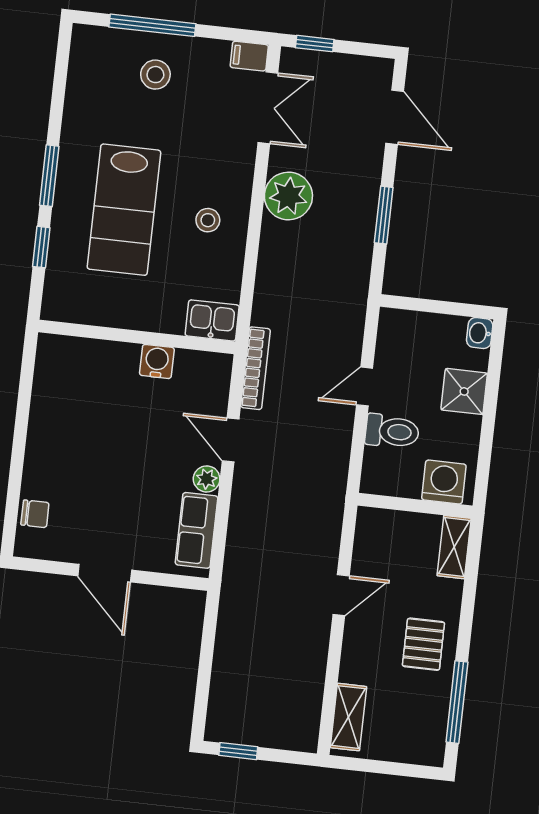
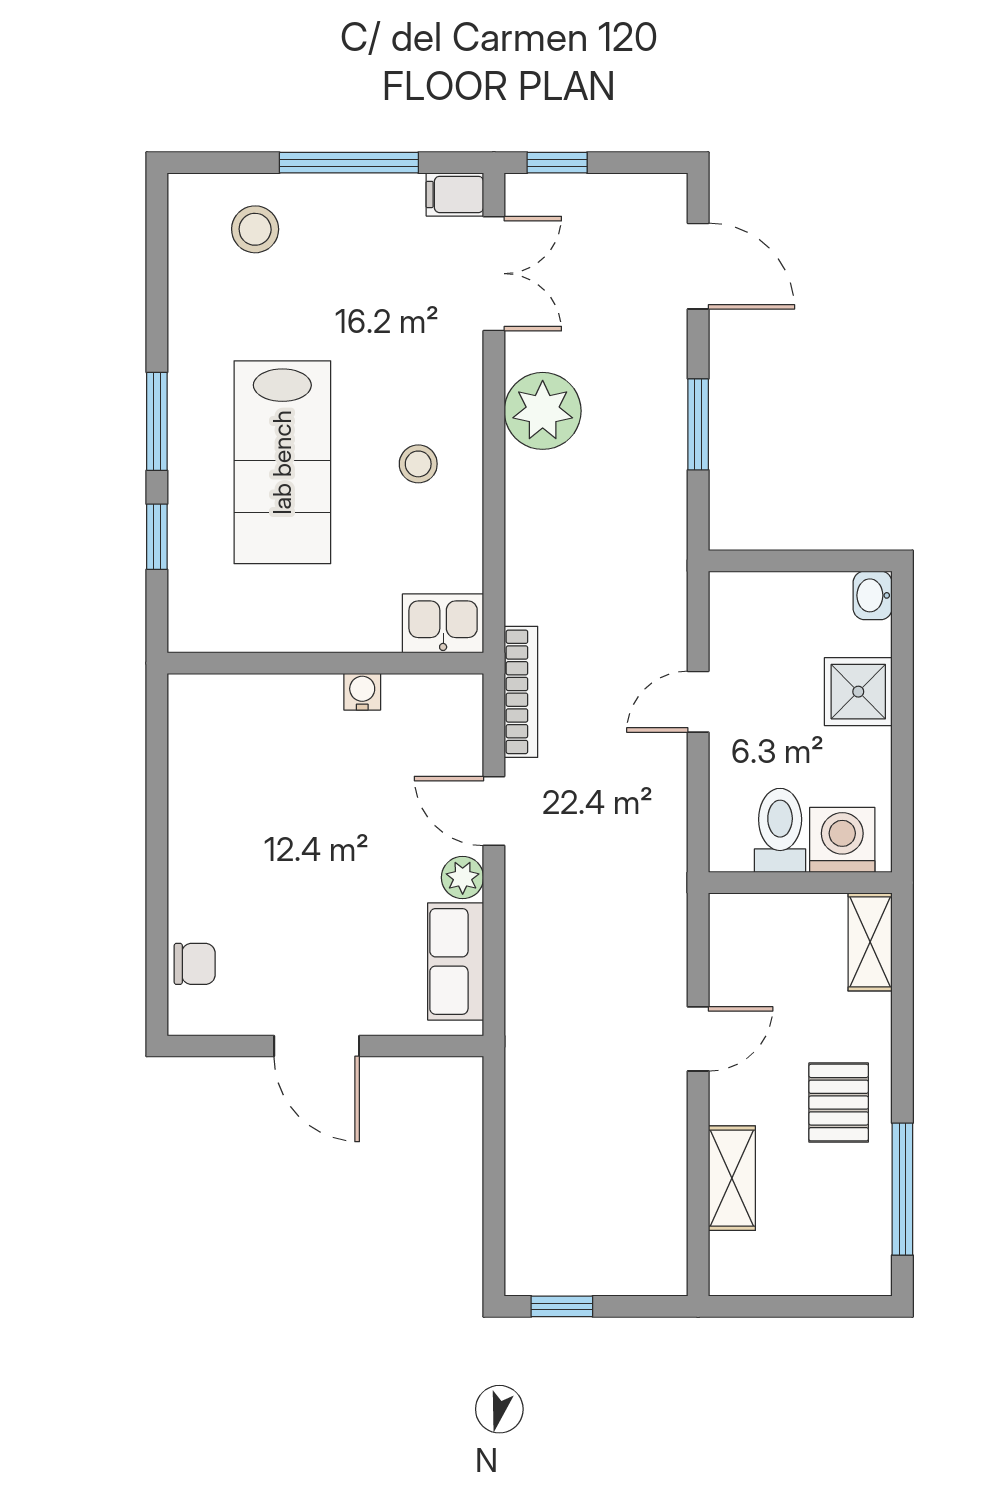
window: (152, 25) -> (349, 163), moved
stool: (155, 75) -> (255, 229), moved
water cooler: (157, 361) -> (362, 692), width x0.72, depth x0.72
toilet: (392, 431) -> (780, 830), moved, turned -90
shelving: (348, 717) -> (732, 1178), moved

